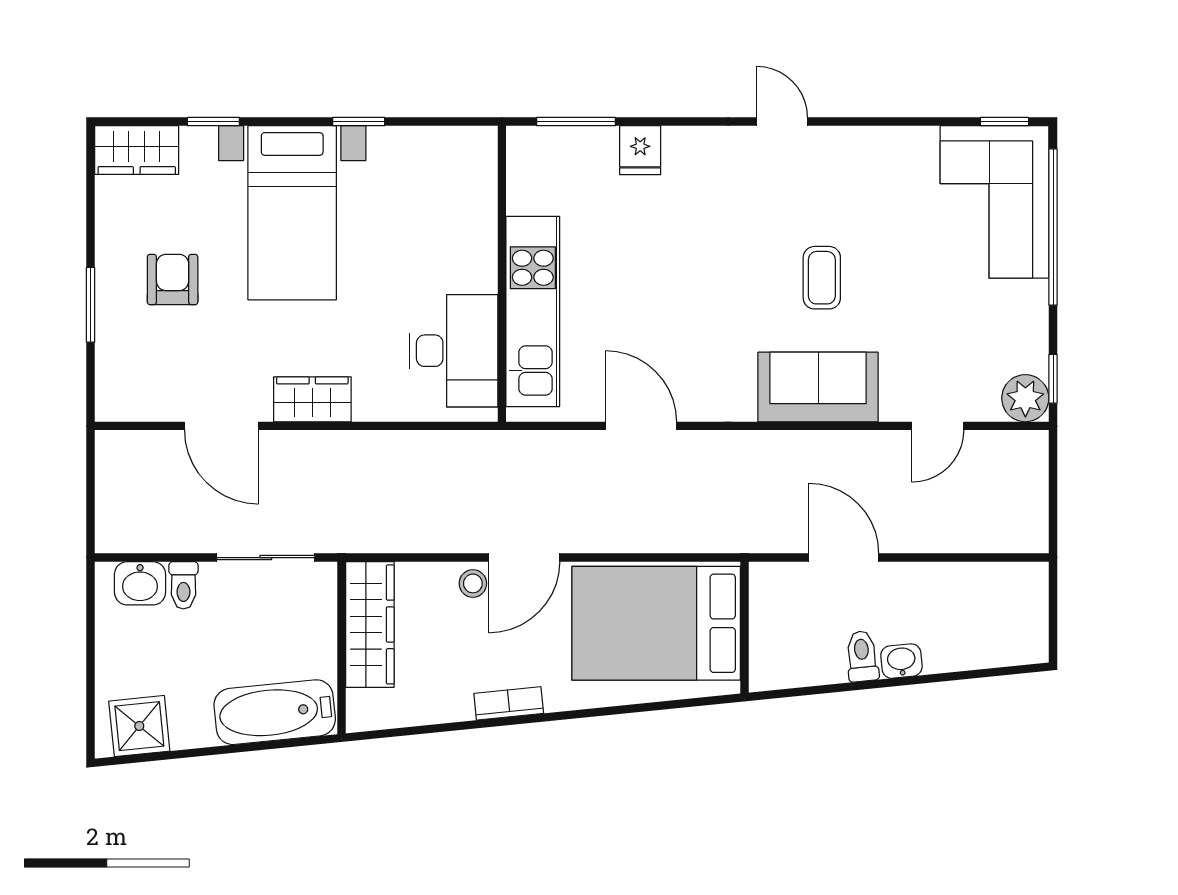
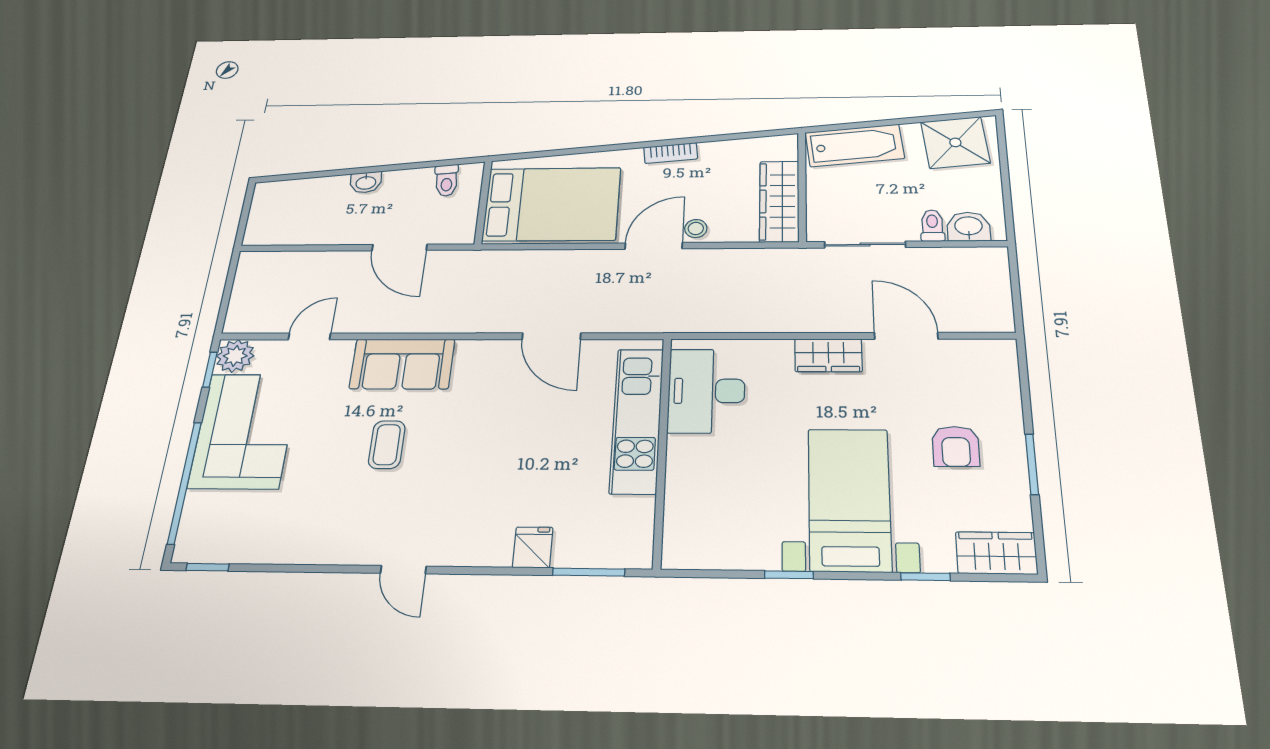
corner sofa: (994, 202) -> (244, 431), moved
window: (91, 305) -> (1032, 464), moved
toilet: (862, 656) -> (446, 180), moved
shower: (139, 726) -> (955, 142), width x1.36, depth x1.36

